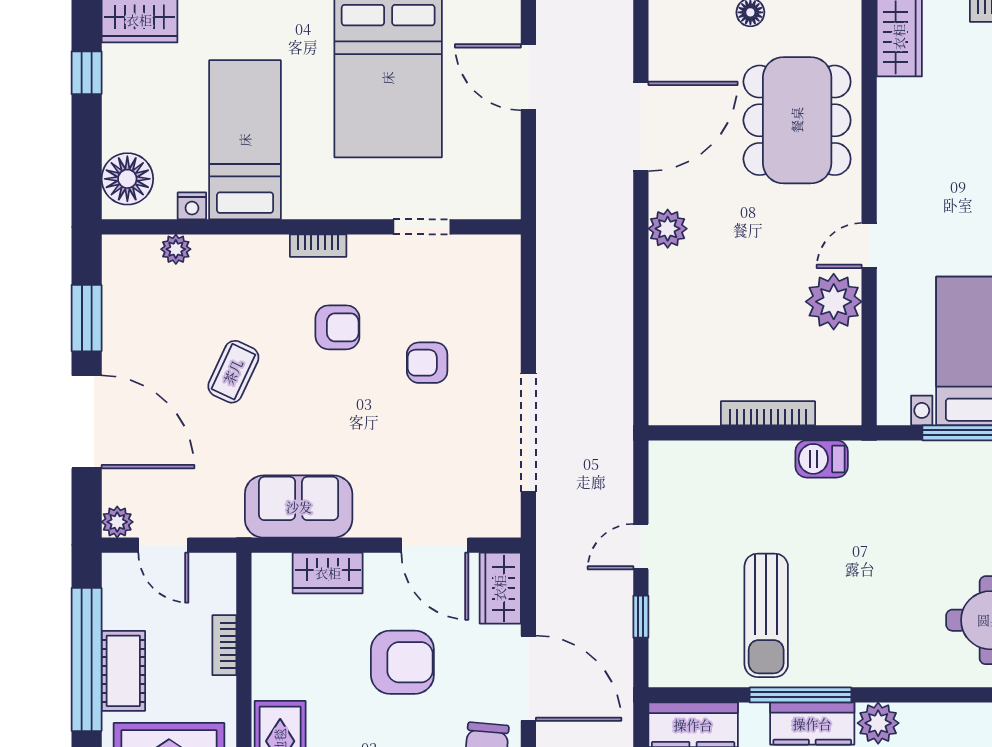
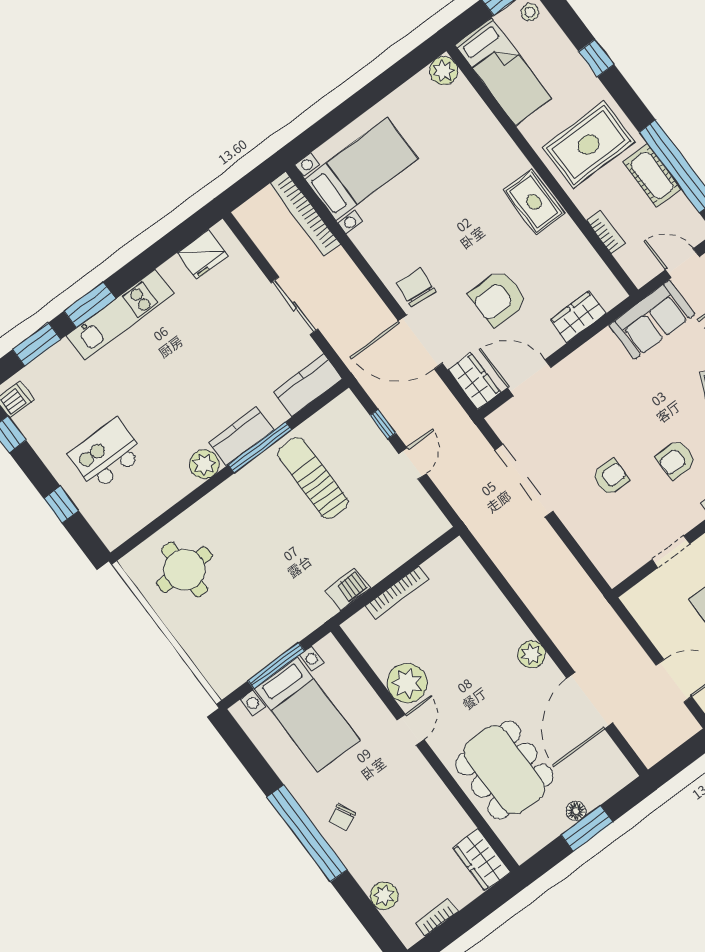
sofa: (299, 507) -> (652, 320), moved

